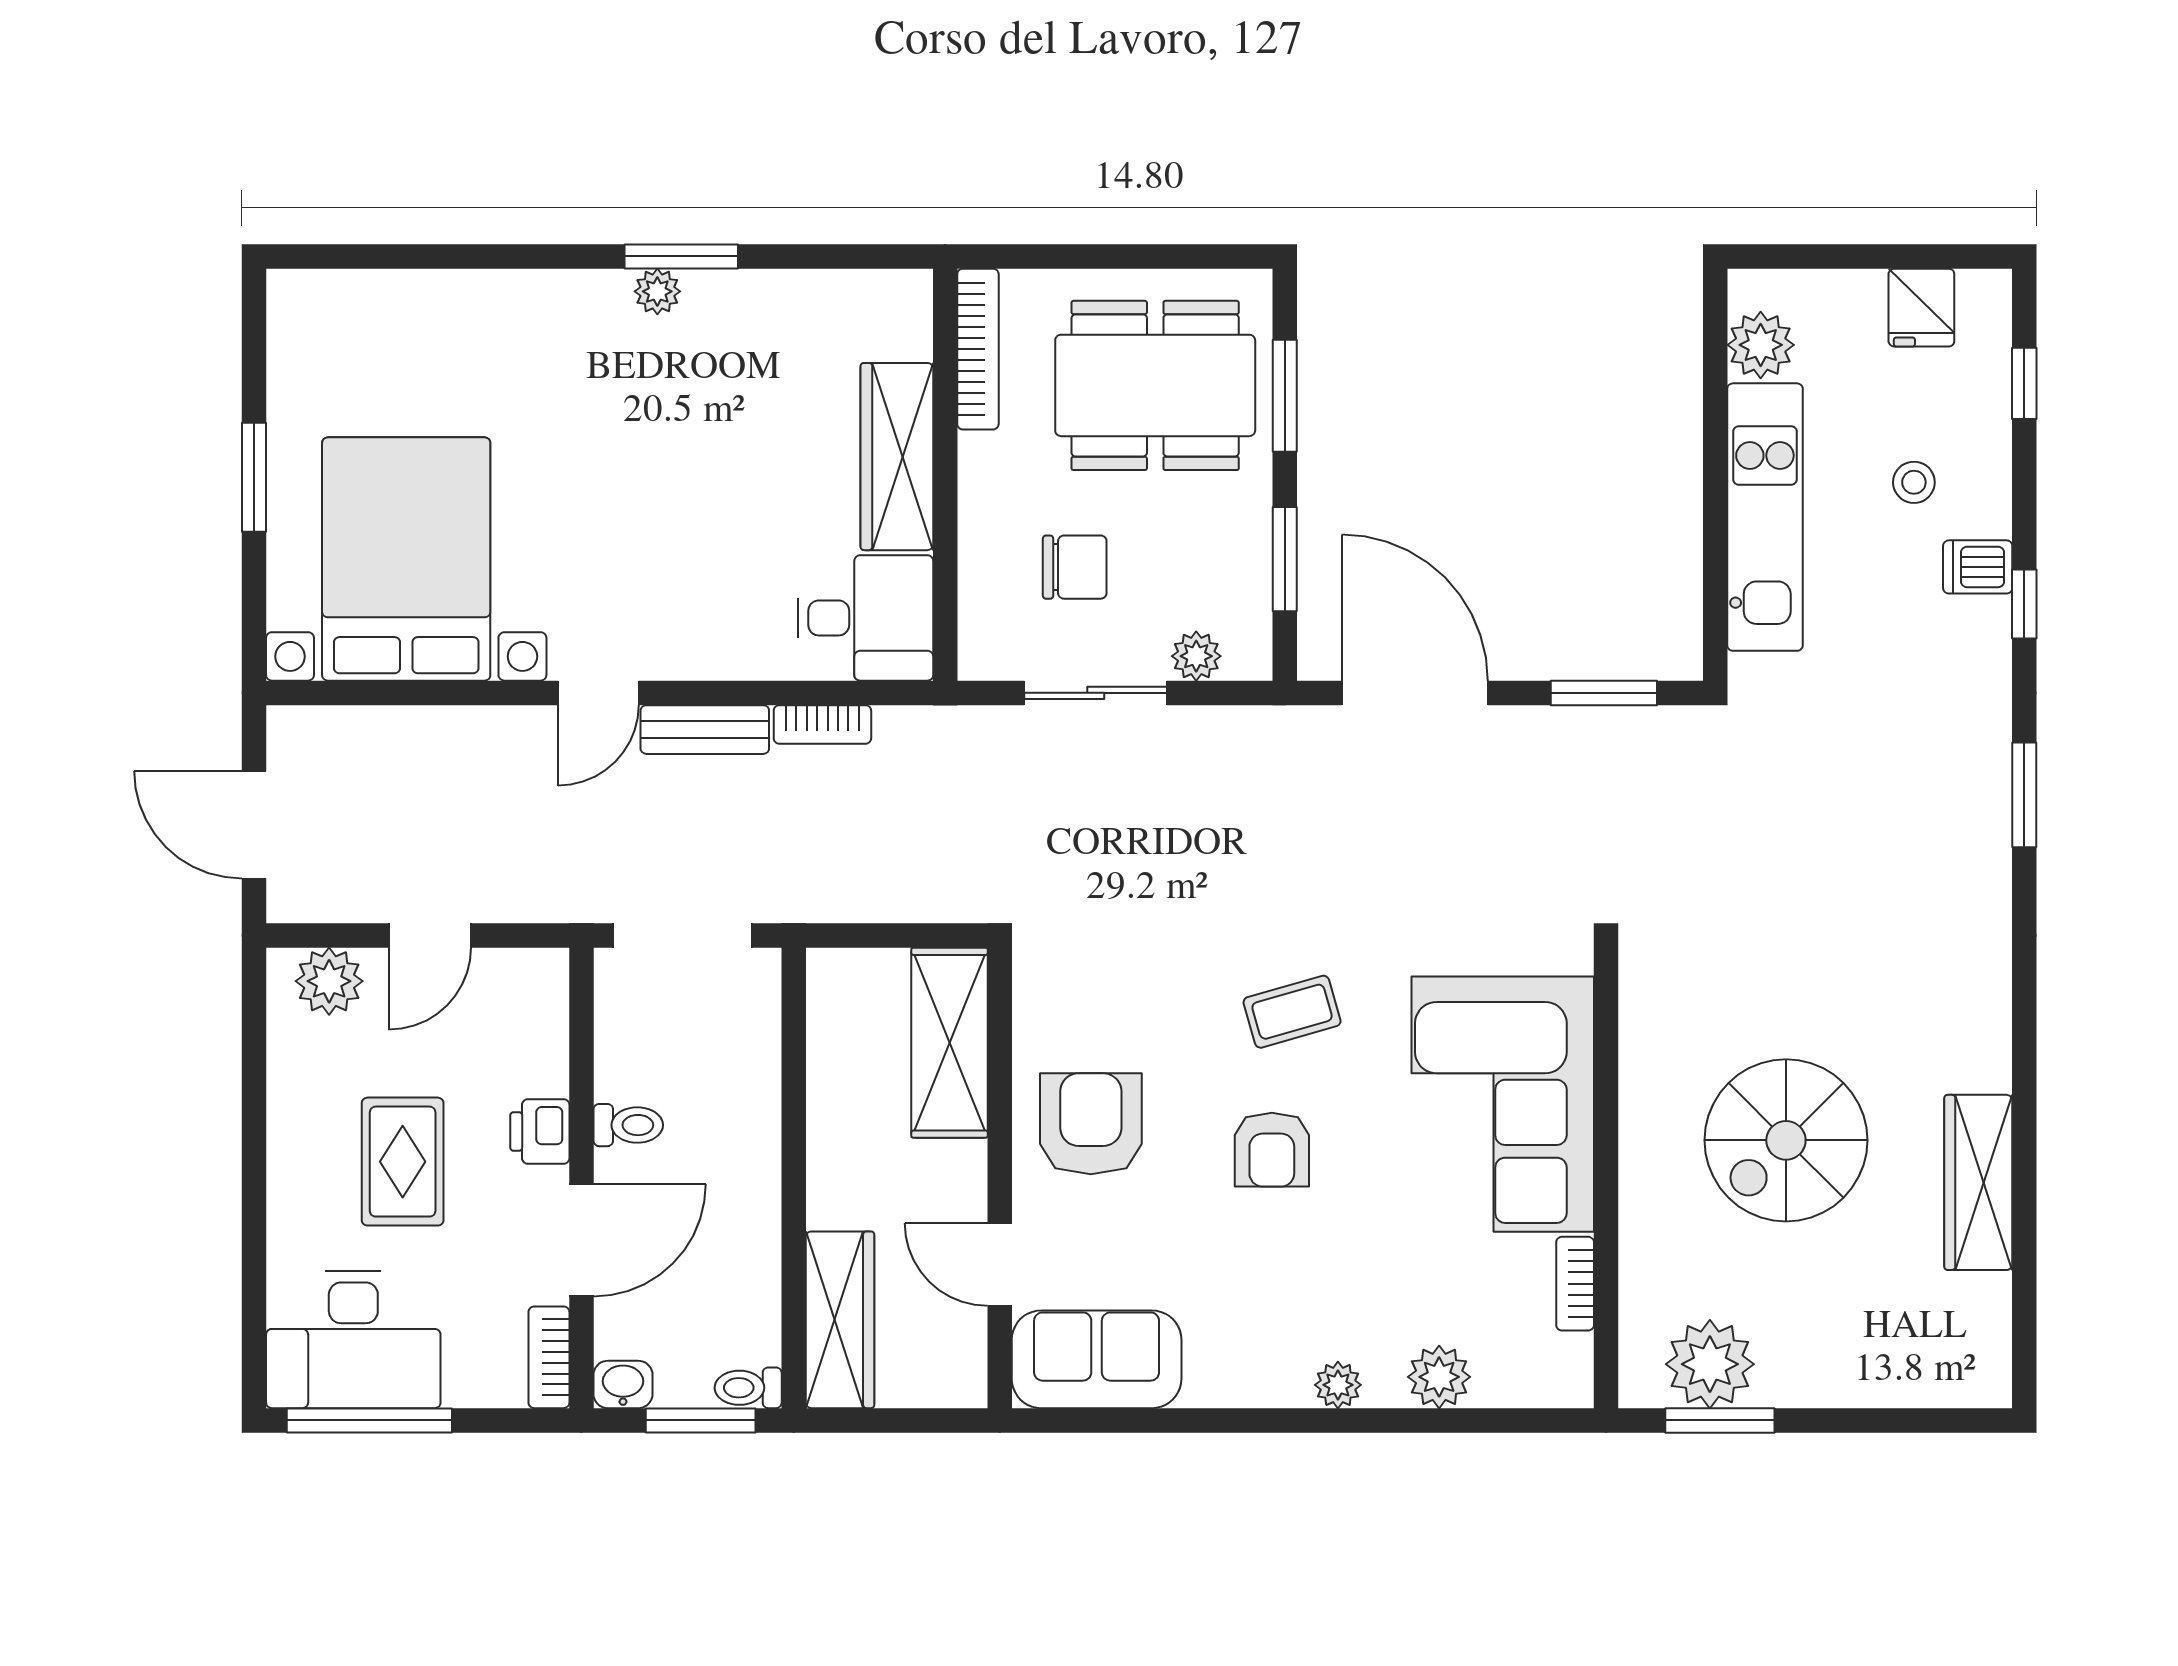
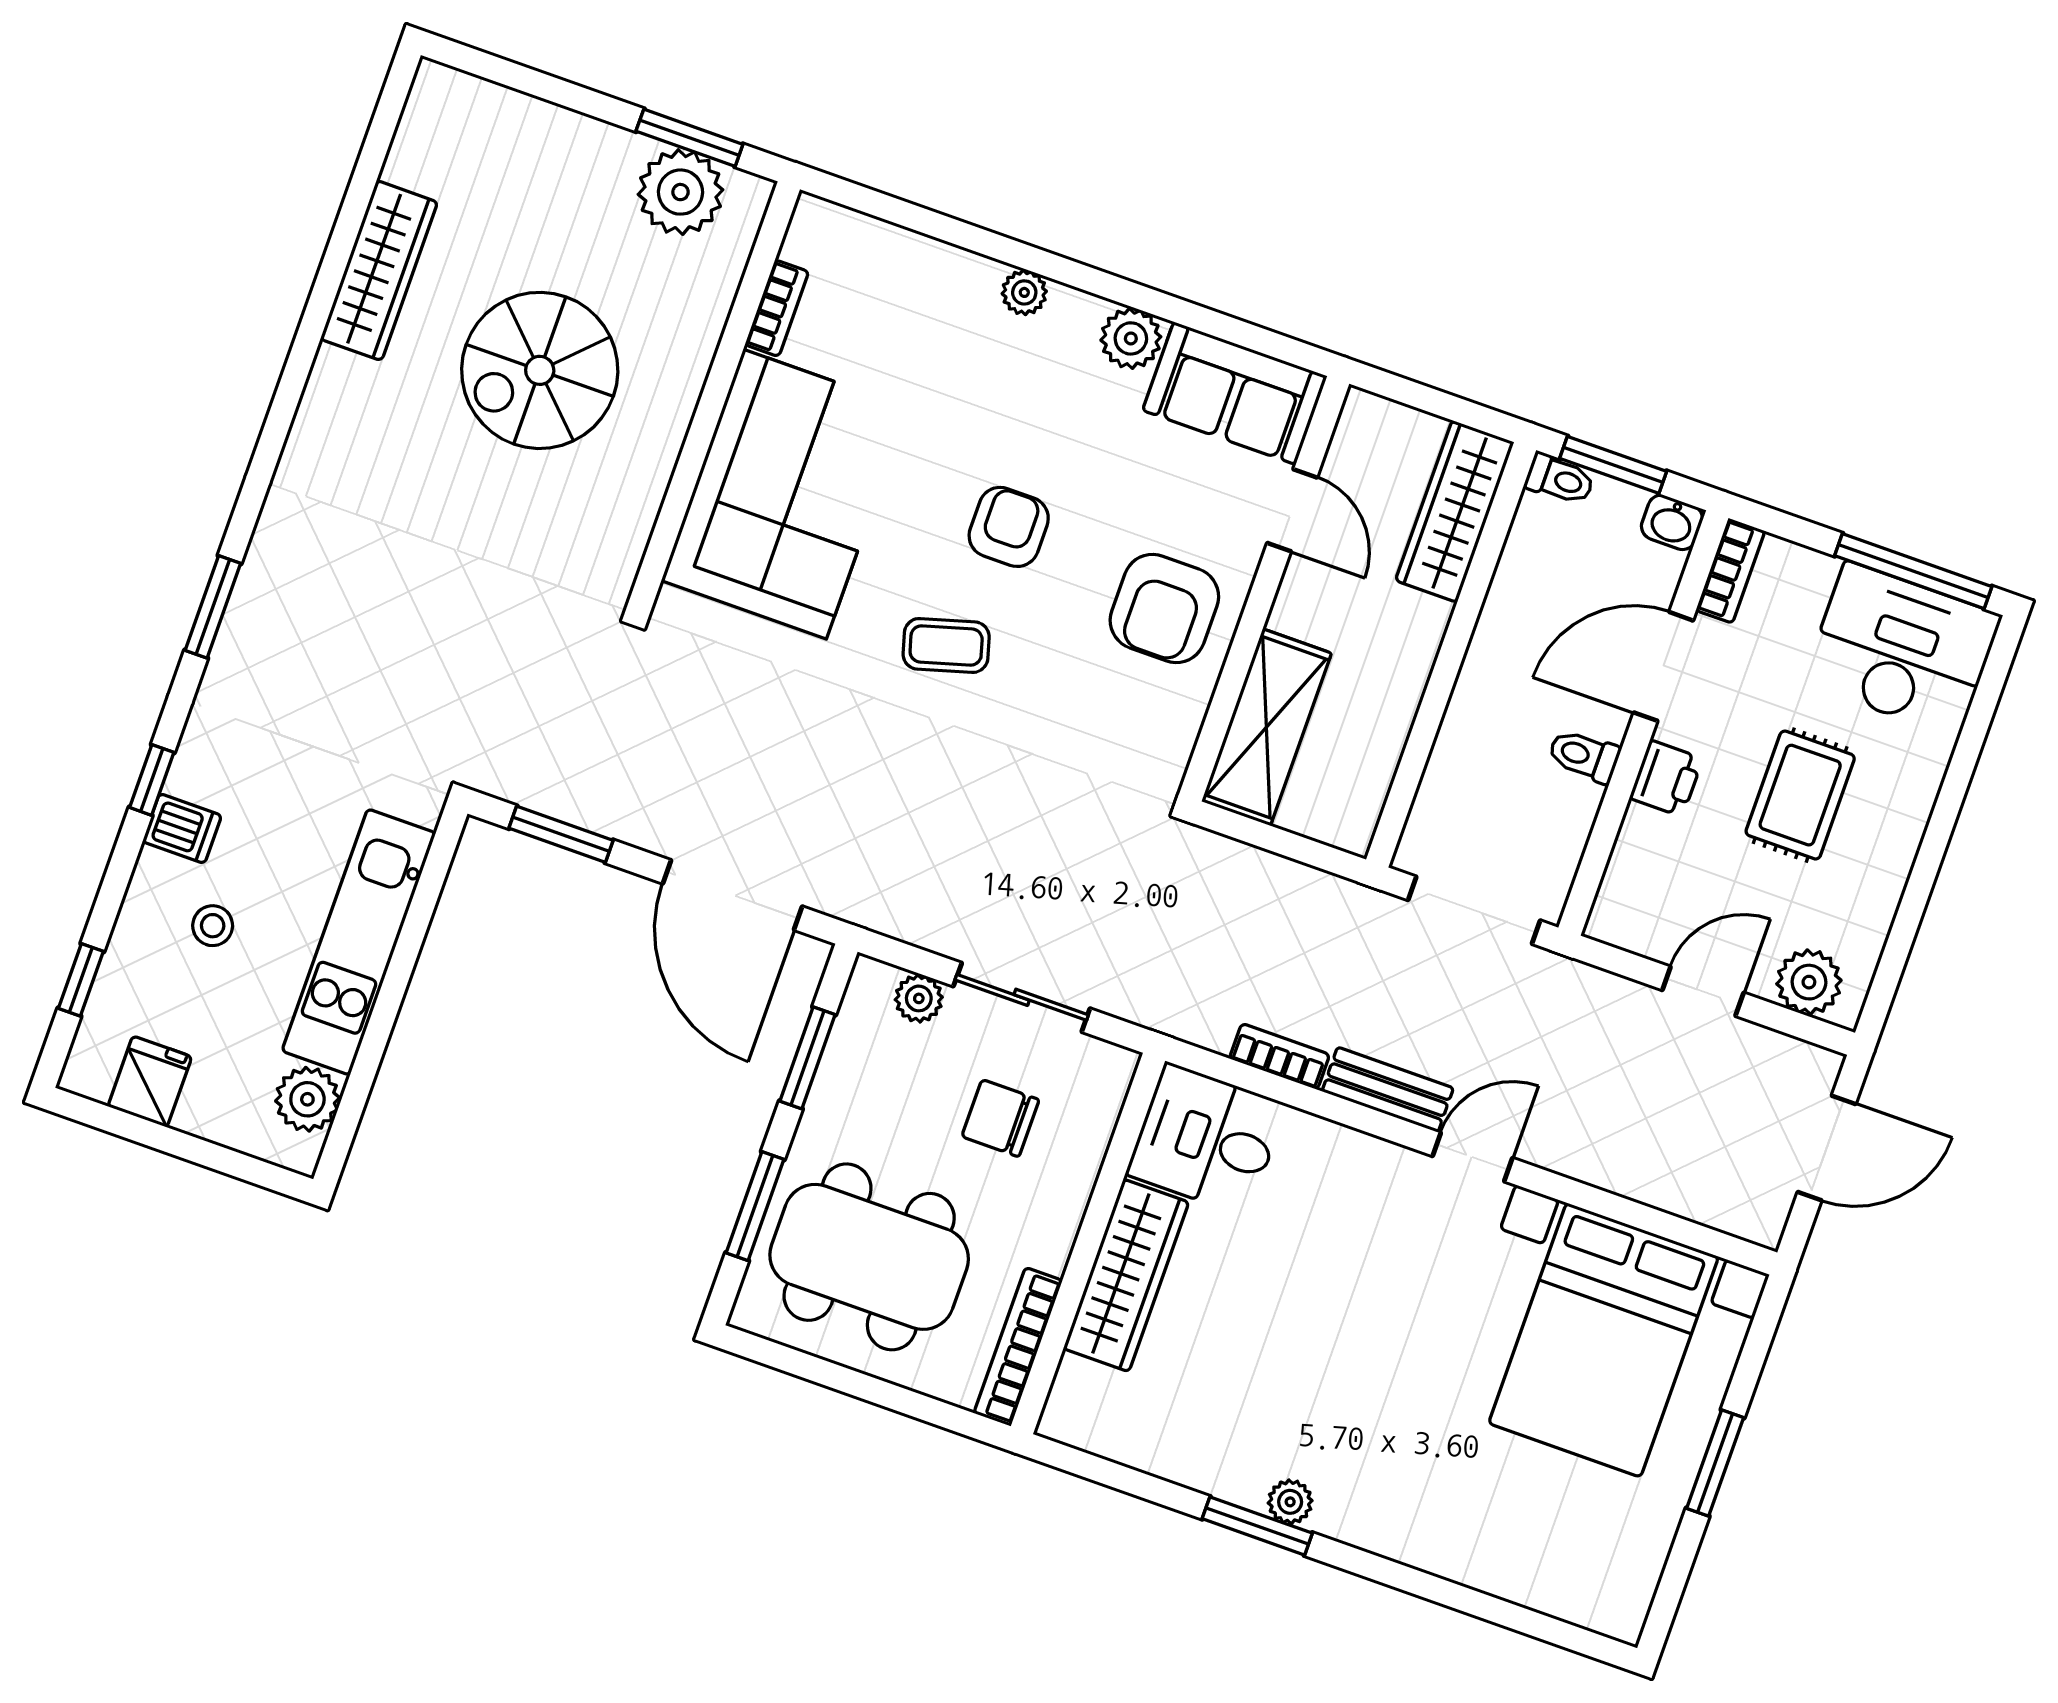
door: (254, 825) -> (1827, 1148), hinge flipped
spiral stairs: (1786, 1140) -> (540, 370), turned 180
plant: (1439, 1377) -> (1131, 338), moved

